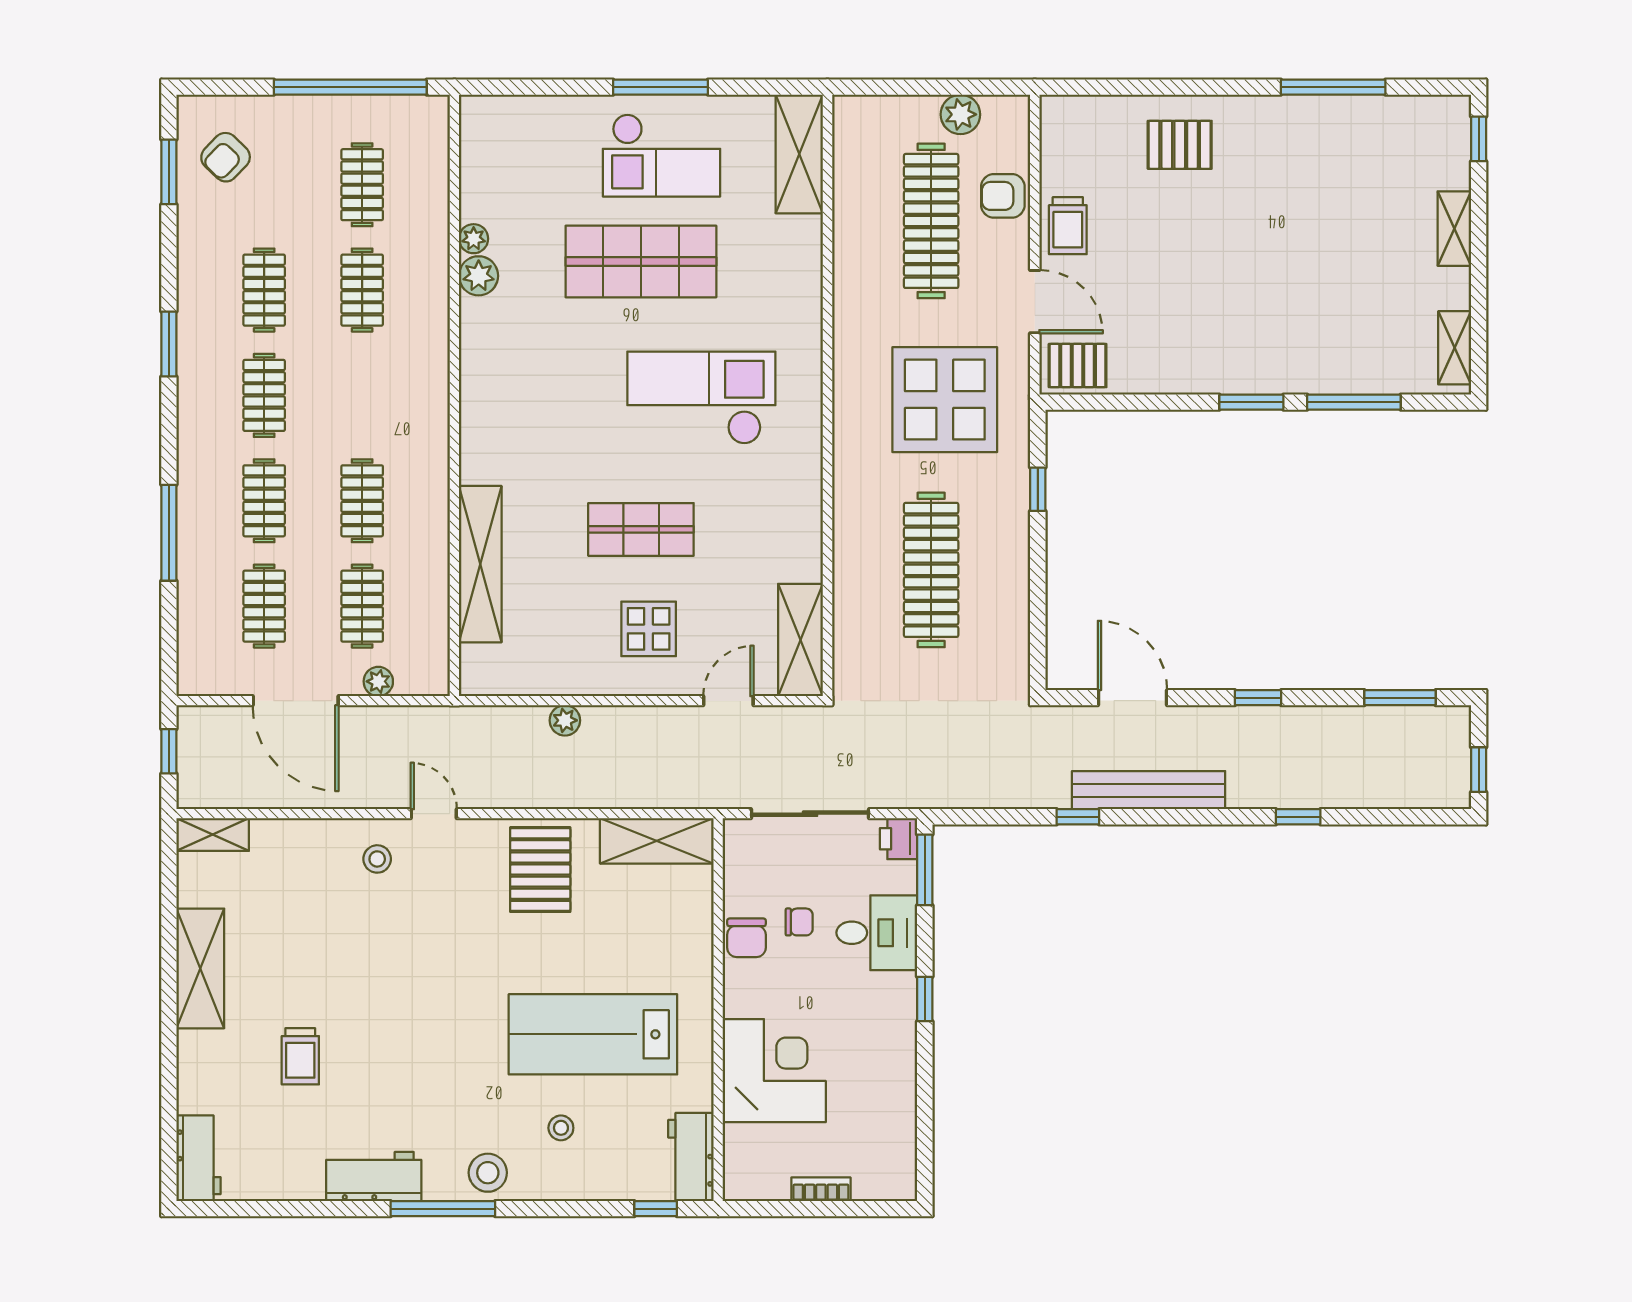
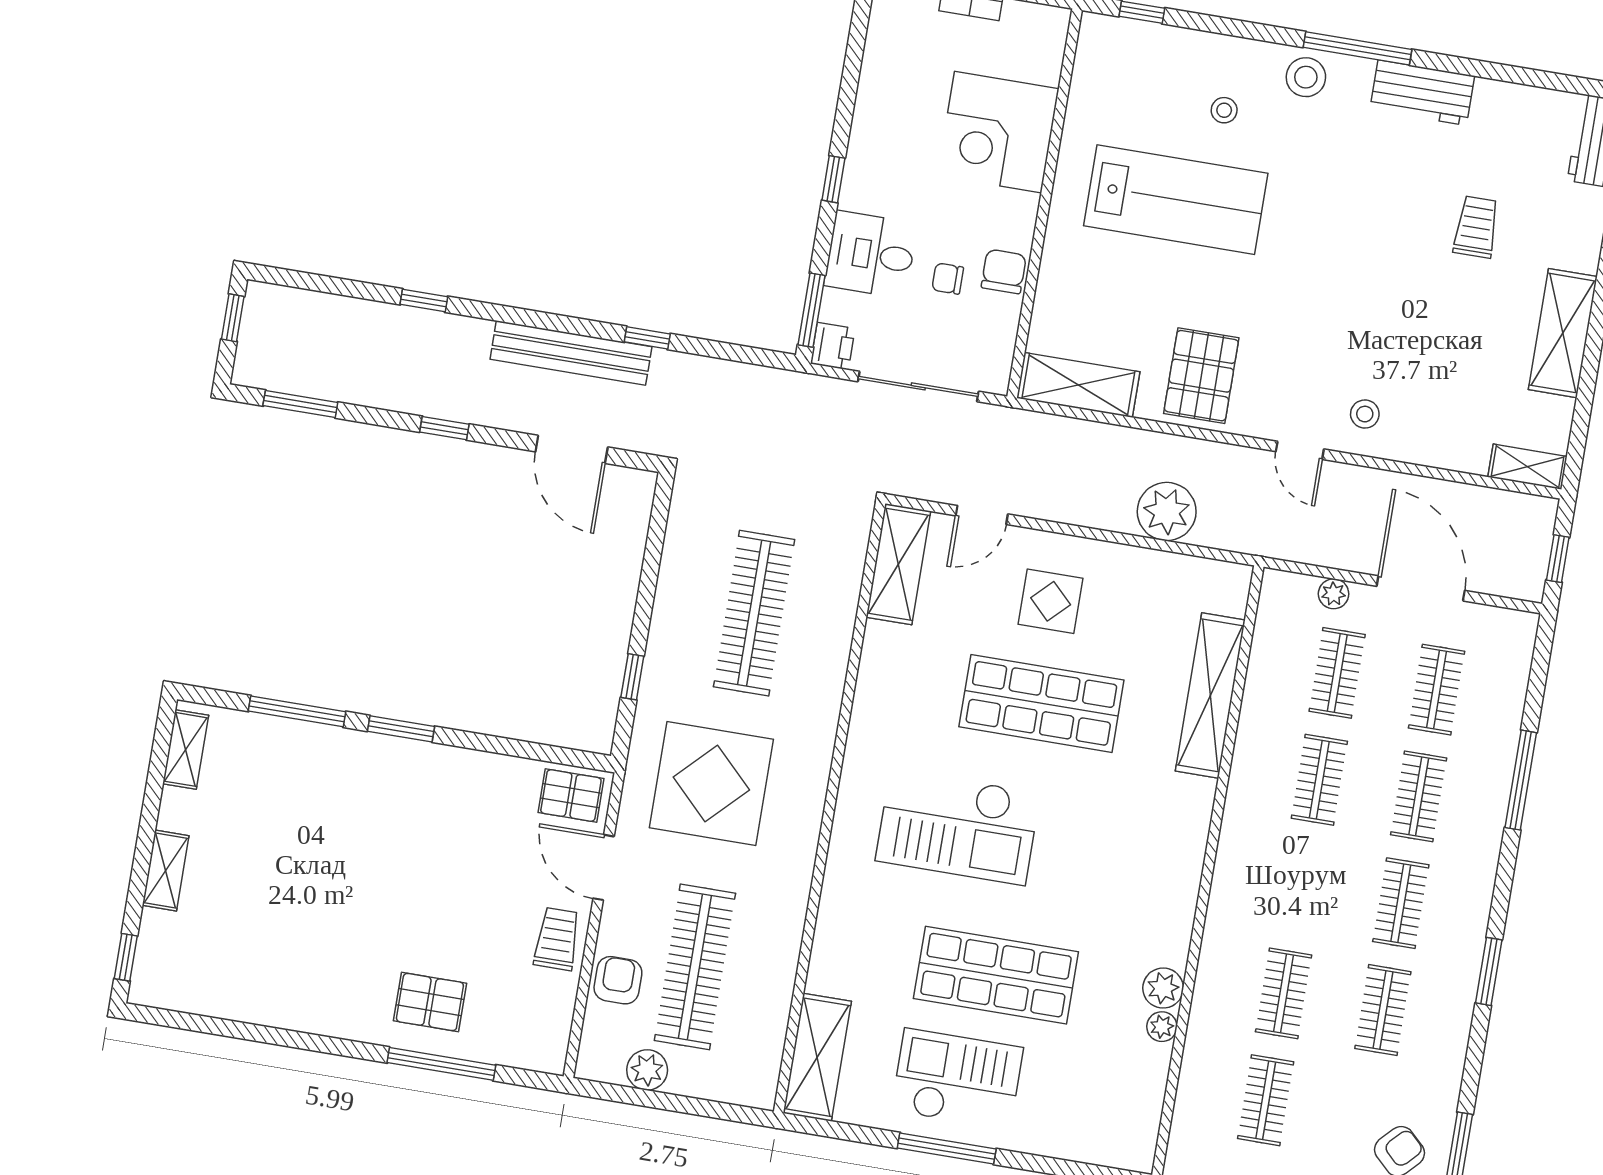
window: (1333, 87) -> (441, 1064), moved
armchair: (1003, 196) -> (618, 980), turned -90
shop shelf: (641, 529) -> (1041, 703), width x1.43, depth x1.36
plant: (565, 720) -> (1167, 512), width x1.88, depth x1.88
workbench: (691, 1157) -> (1097, 59), removed

